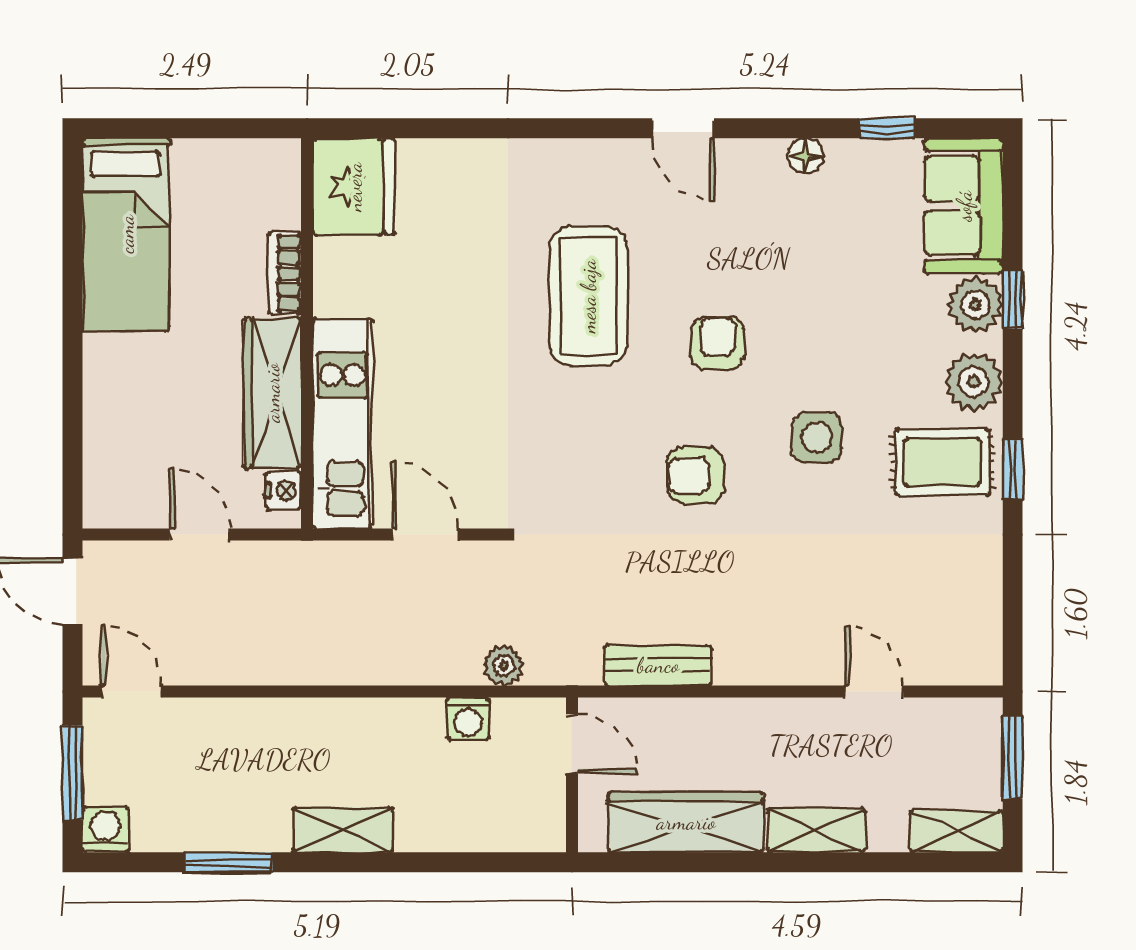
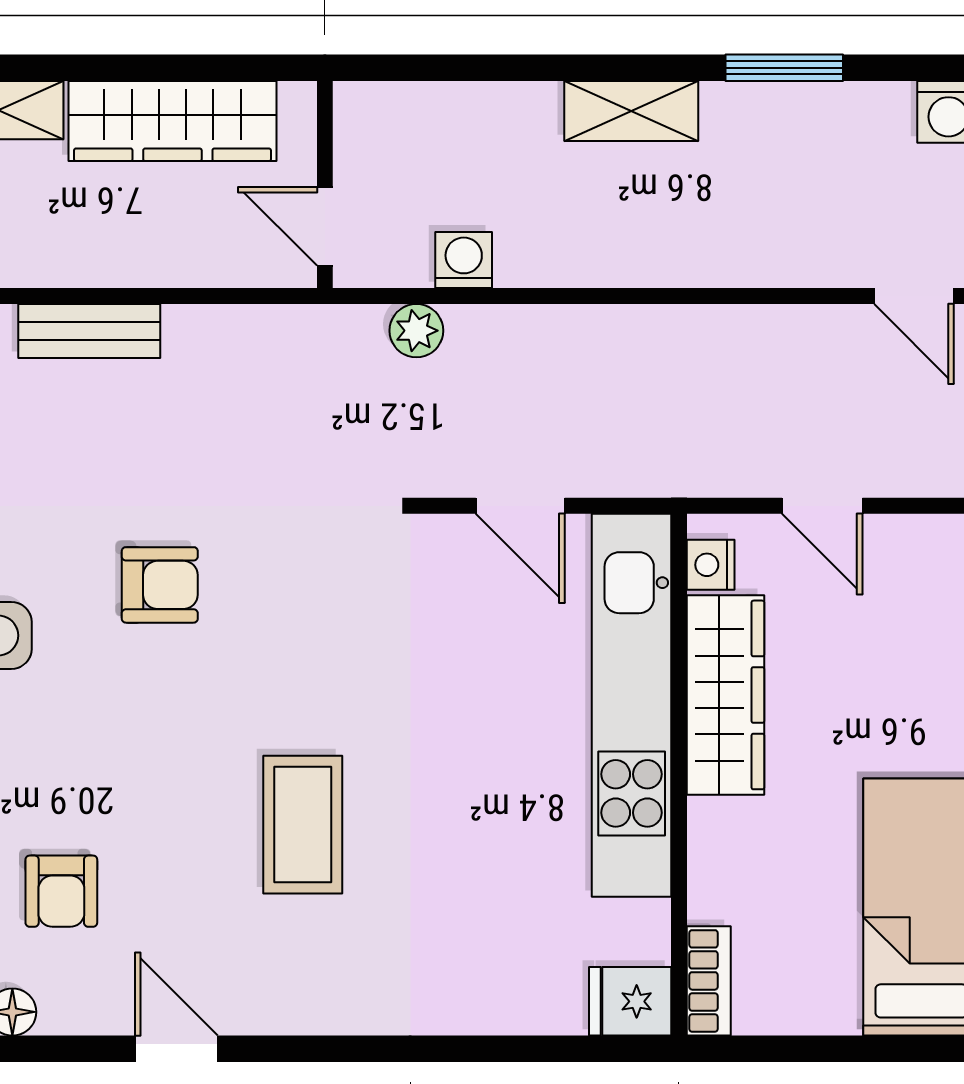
fridge: (354, 187) -> (630, 1001), width x0.53, depth x0.75
bookcase: (285, 273) -> (709, 981), moved
coffee table: (588, 296) -> (303, 825), width x0.73, depth x0.76
armchair: (718, 343) -> (61, 891), moved
kitchen unit: (343, 424) -> (632, 705), width x1.36
bench: (658, 665) -> (89, 331), moved

